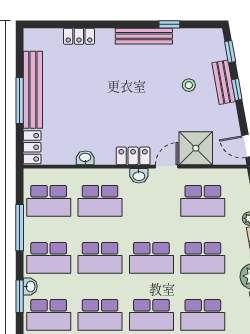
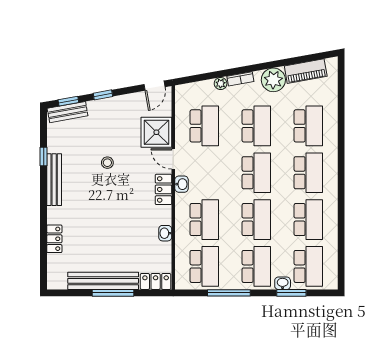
bench: (224, 82) -> (68, 112), moved
stool: (189, 85) -> (107, 163), moved

